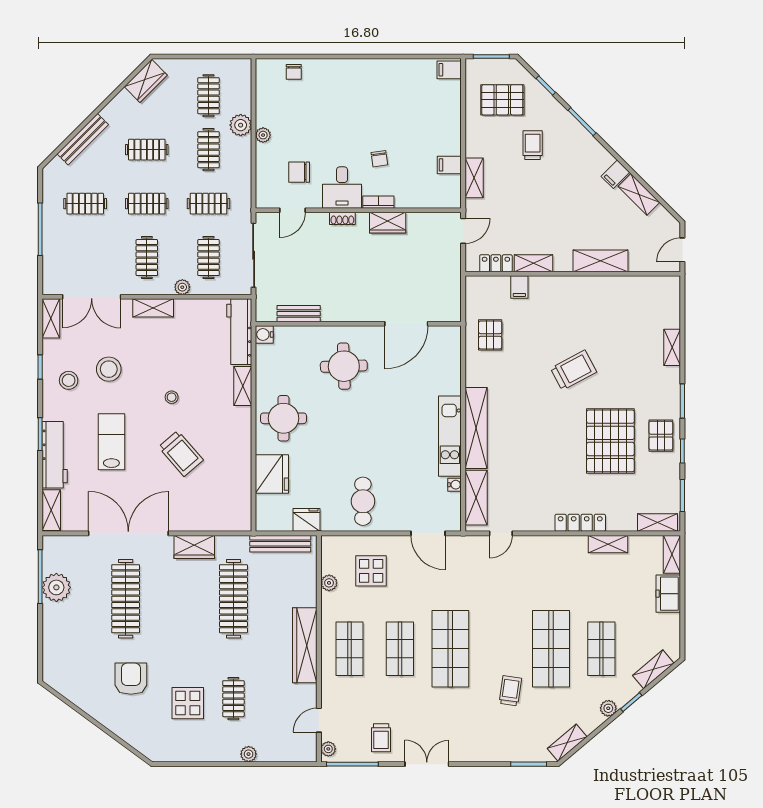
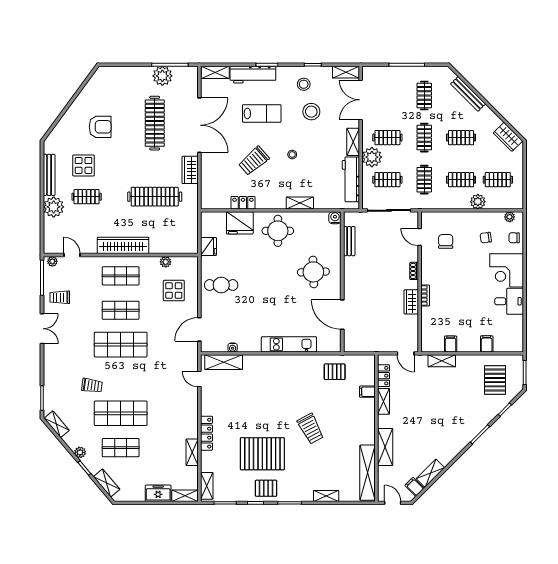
filing cabinet: (449, 70) -> (487, 344), moved
corner desk: (341, 83) -> (507, 270), added
plant: (263, 135) -> (510, 217), moved
trolley: (533, 145) -> (464, 401), removed
clothes rail: (147, 150) -> (461, 138), turned 90
chair: (379, 159) -> (486, 238), moved
filing cabinet: (615, 174) -> (415, 487), moved
desk: (342, 188) -> (509, 301), moved, turned 180
plant: (182, 287) -> (372, 157), width x1.88, depth x1.88
workbench: (239, 332) -> (351, 179), moved, turned -90
shelving: (476, 428) -> (368, 473), moved, turned 90
kitchen unit: (450, 436) -> (289, 344), moved
locker: (242, 469) -> (243, 203), added
bench: (280, 544) -> (49, 175), moved
clothes rail: (126, 599) -> (155, 123), turned 90
plant: (249, 754) -> (54, 207), width x1.87, depth x1.87

